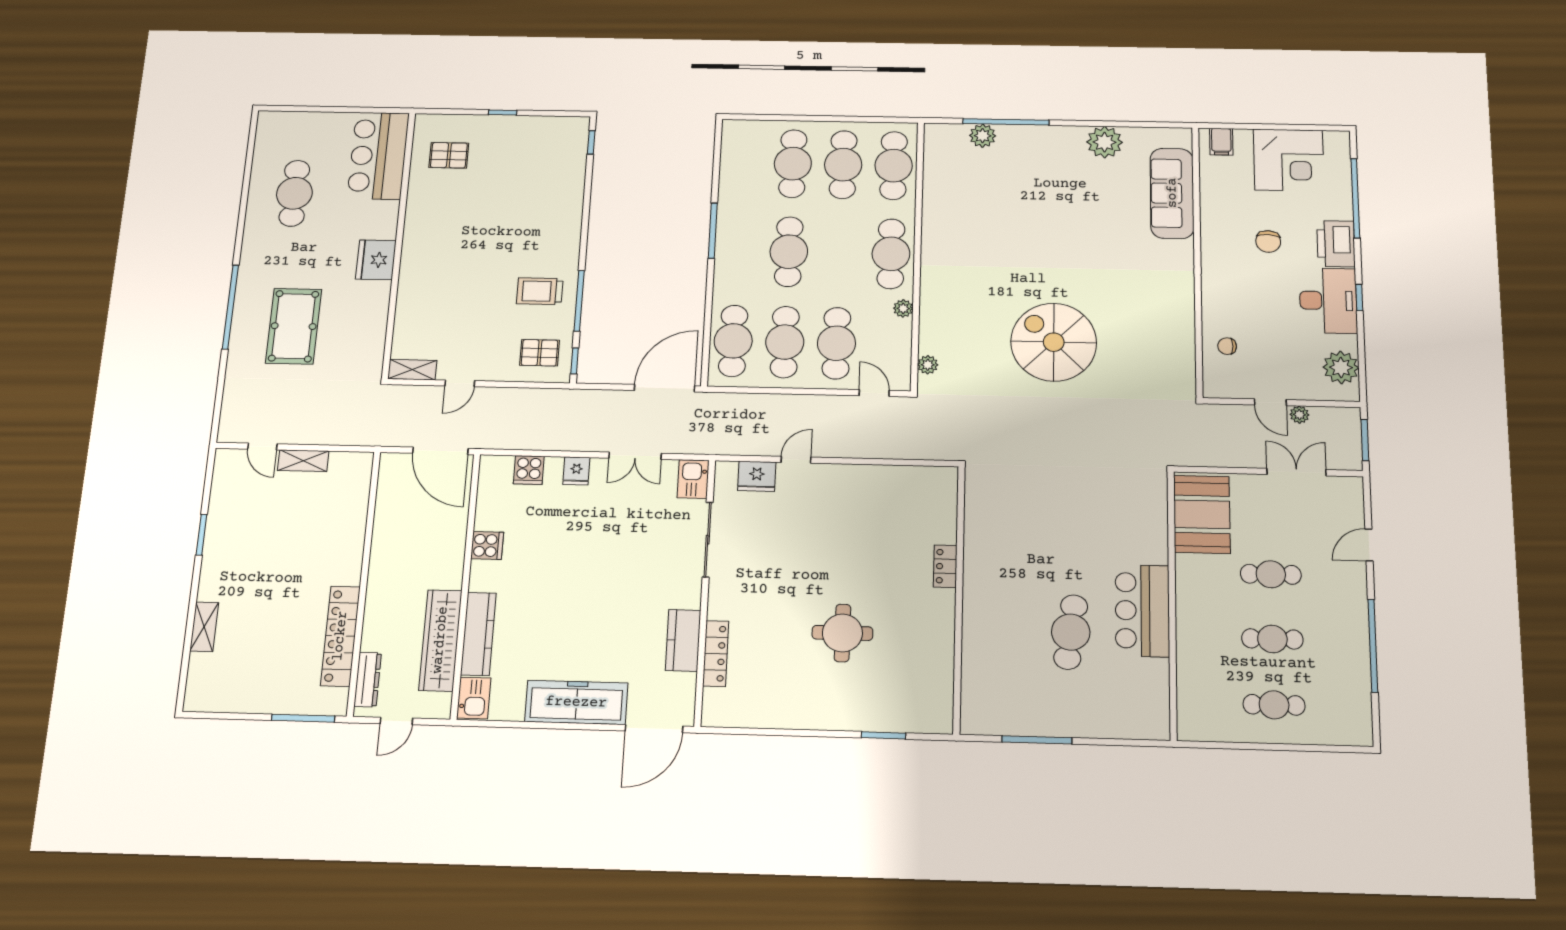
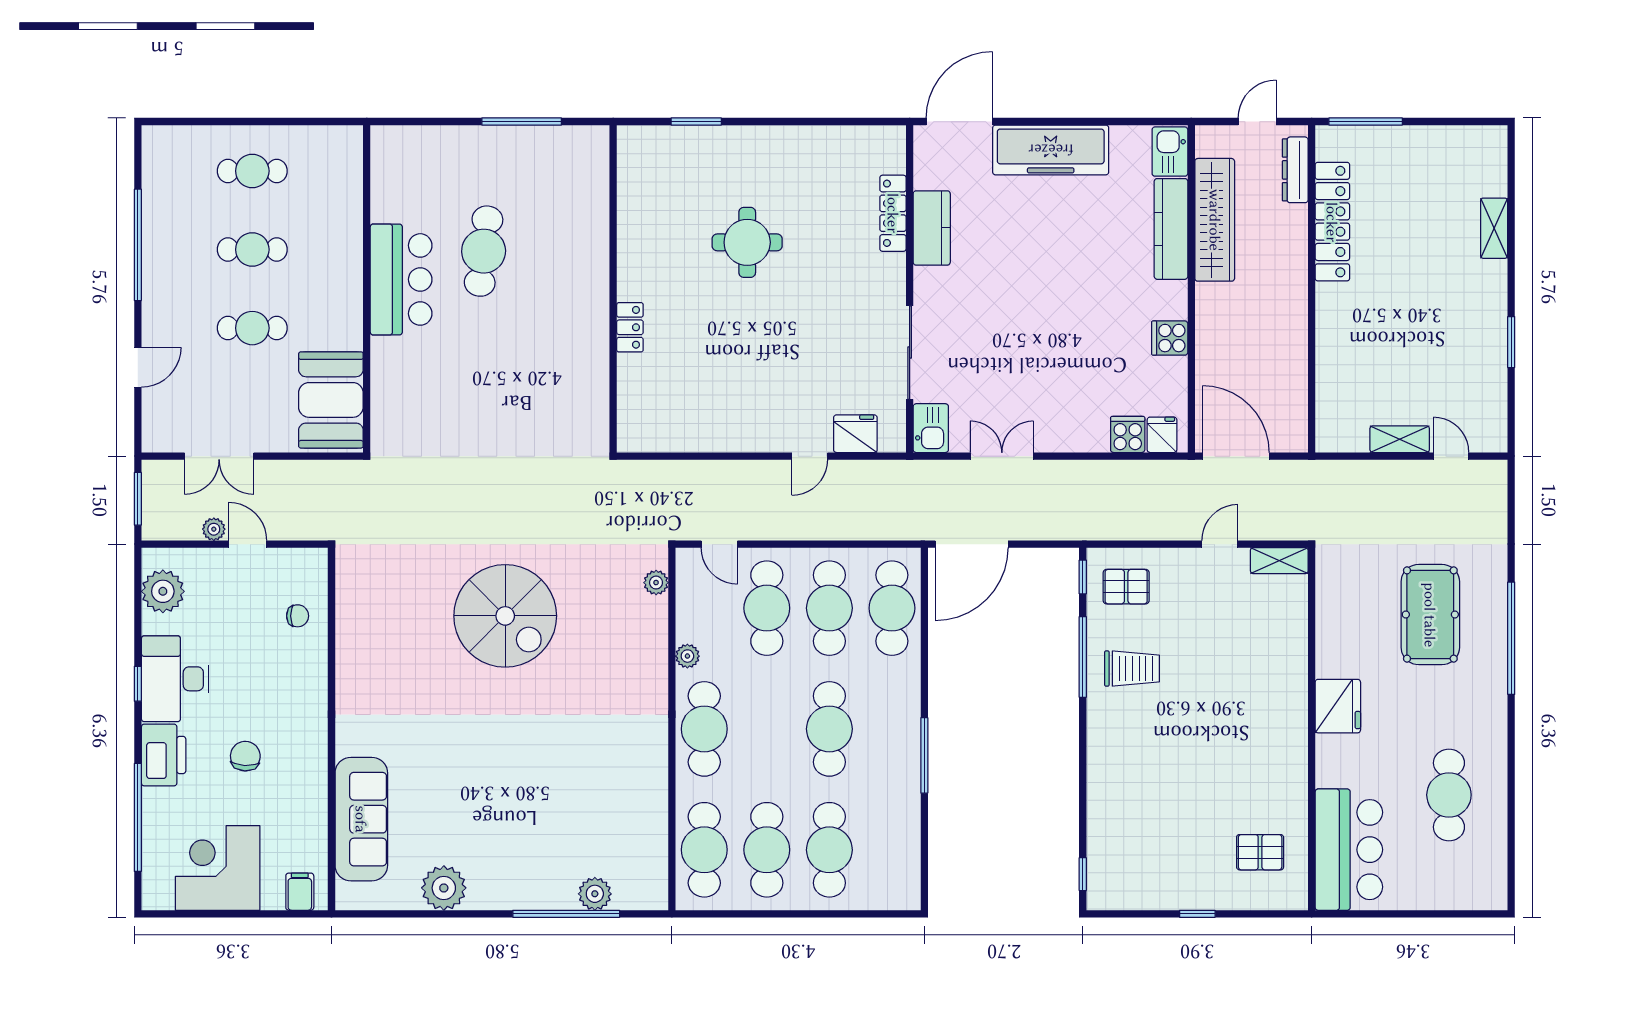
fridge: (576, 471) -> (1162, 435), moved

